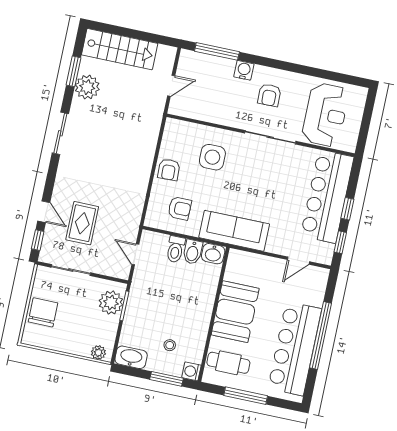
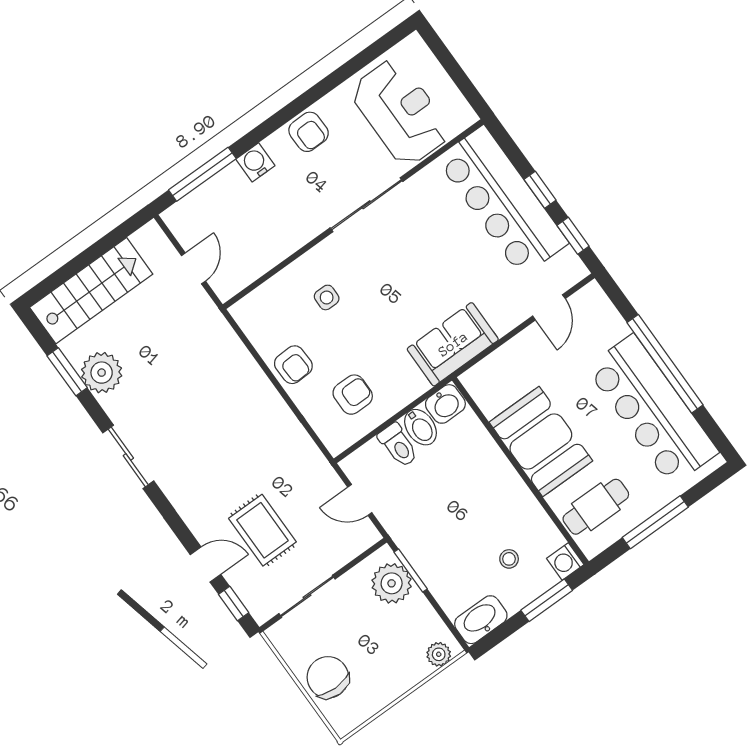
armchair: (269, 95) -> (309, 132), moved
side table: (212, 157) -> (327, 297), width x0.54, depth x0.54
sofa: (234, 231) -> (453, 344), width x0.73

